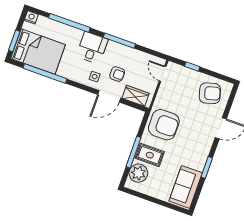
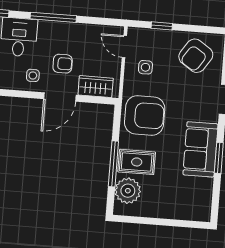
side table: (173, 92) -> (145, 67), added
armchair: (210, 93) -> (196, 56), turned 140
sofa: (186, 187) -> (200, 149), moved

